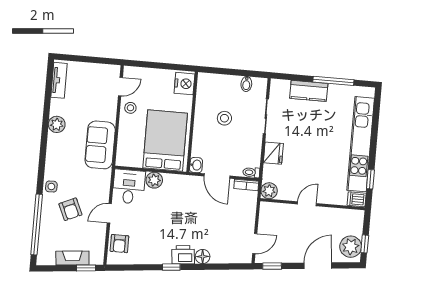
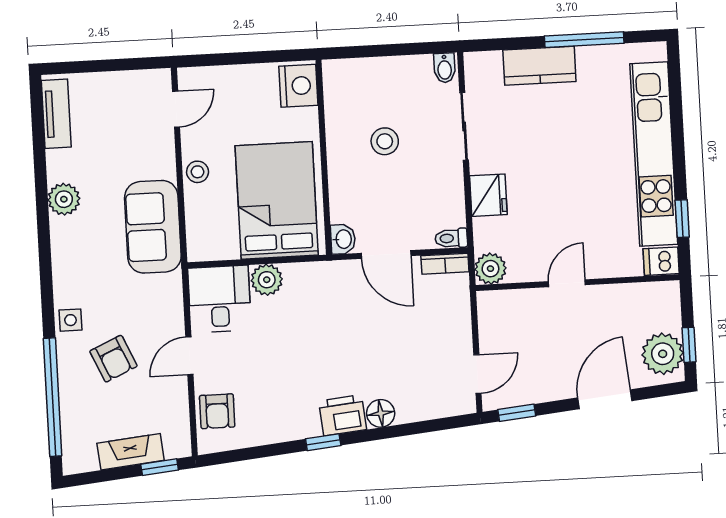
bidet: (246, 84) -> (445, 68), moved
stool: (130, 108) -> (198, 172), moved

